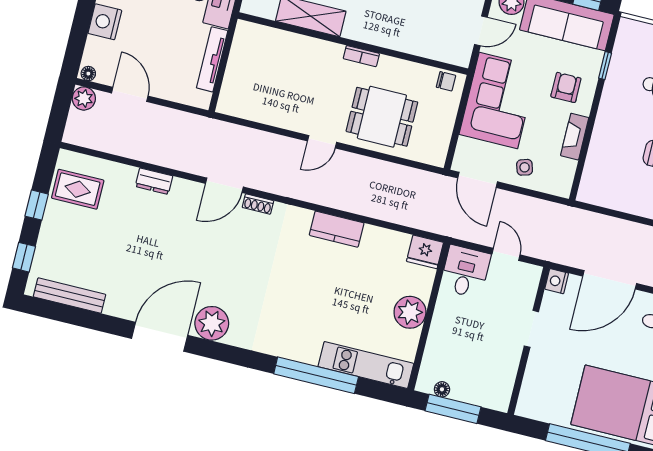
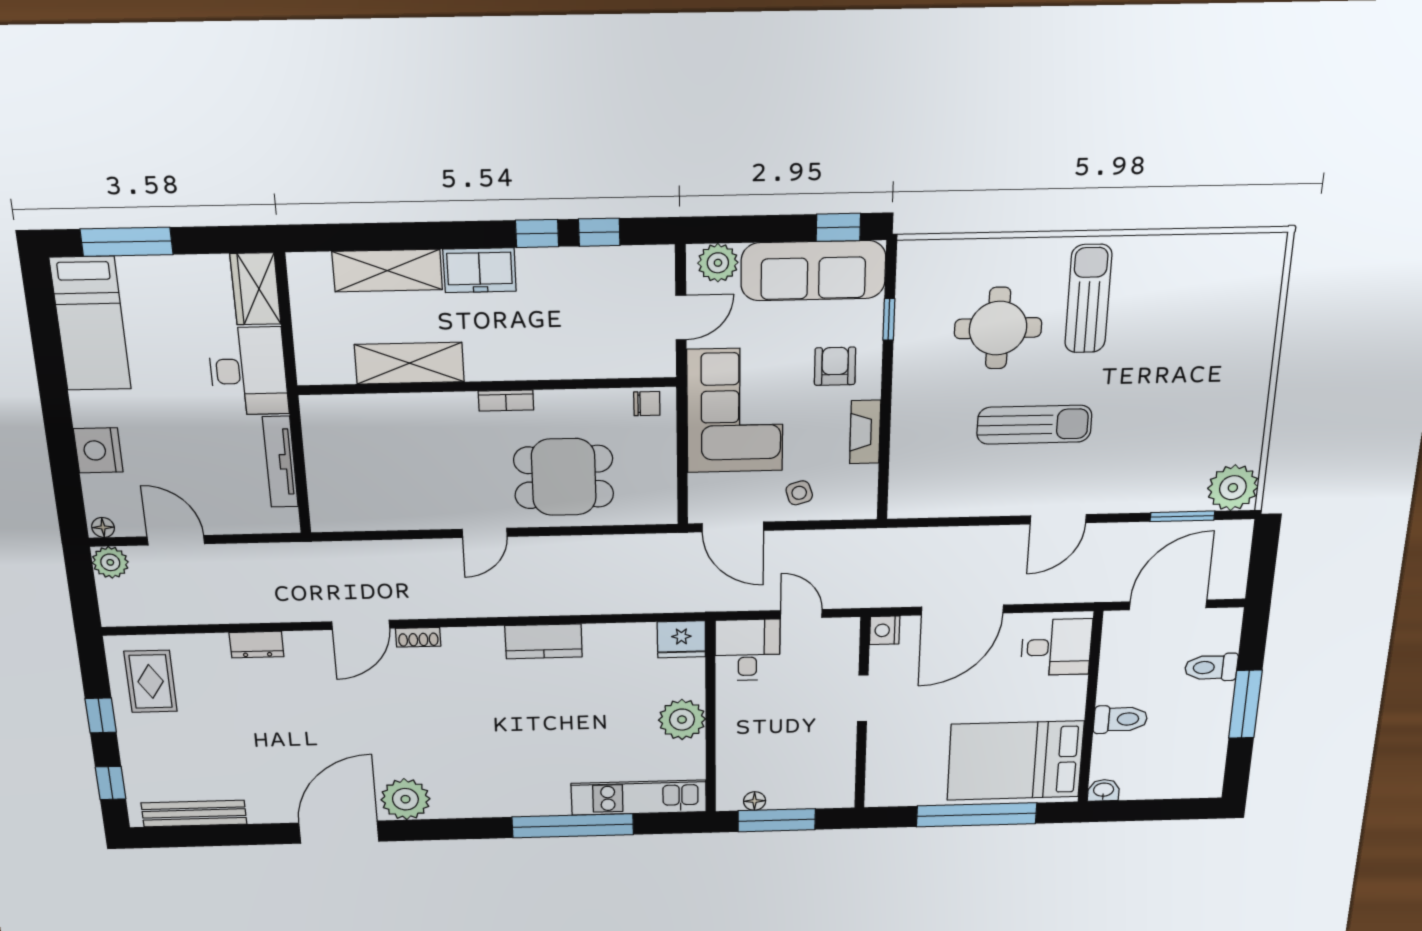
rug: (78, 189) -> (151, 681), turned 90

